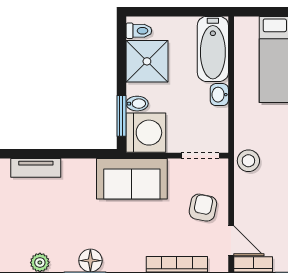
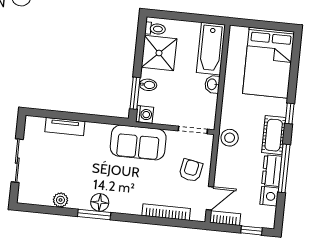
washing machine: (146, 133) -> (145, 114), width x0.53, depth x0.53
door: (231, 241) -> (210, 198), hinge flipped

